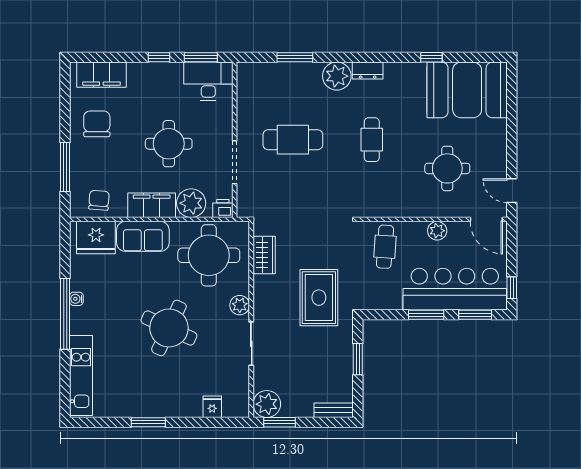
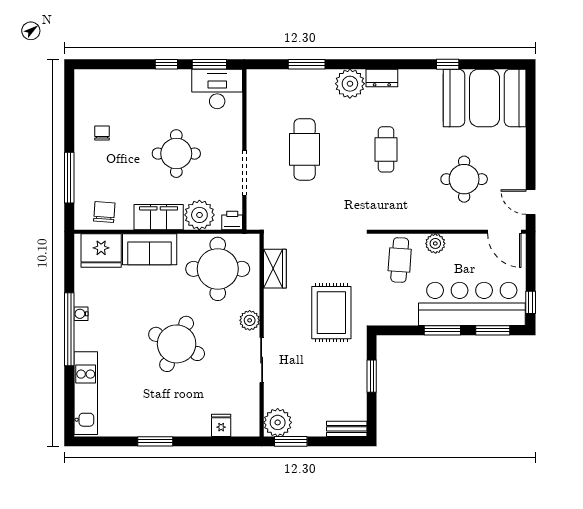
filing cabinet: (101, 75) -> (107, 82), removed
chair: (97, 124) -> (102, 133), width x0.54, depth x0.54
cafe table: (293, 140) -> (305, 149), turned 90
plant: (437, 231) -> (435, 243), moved

